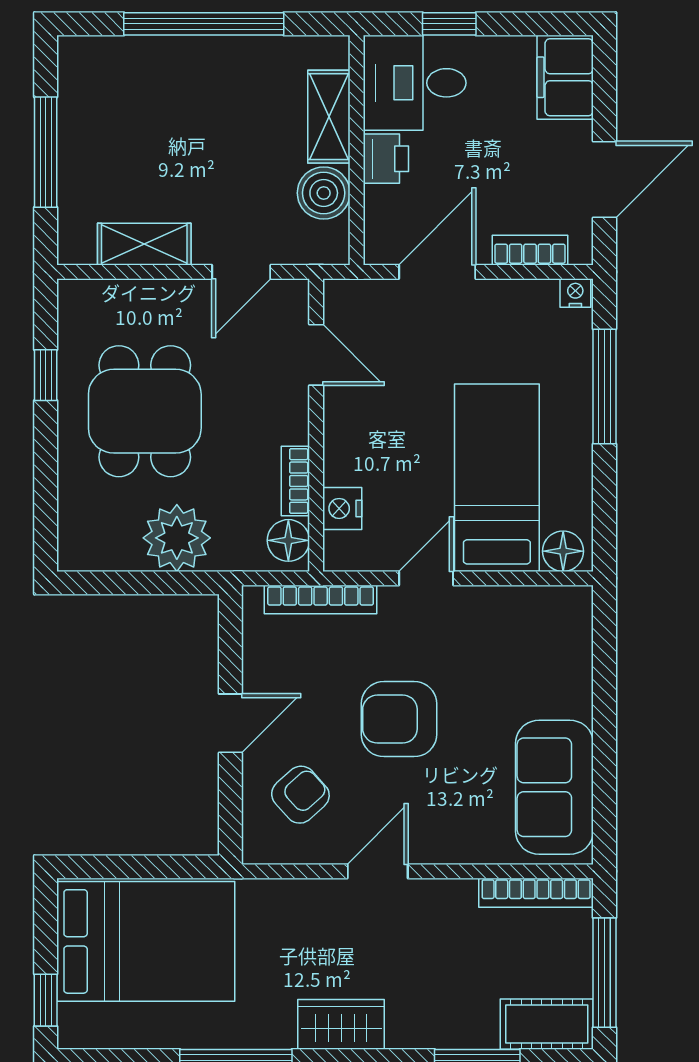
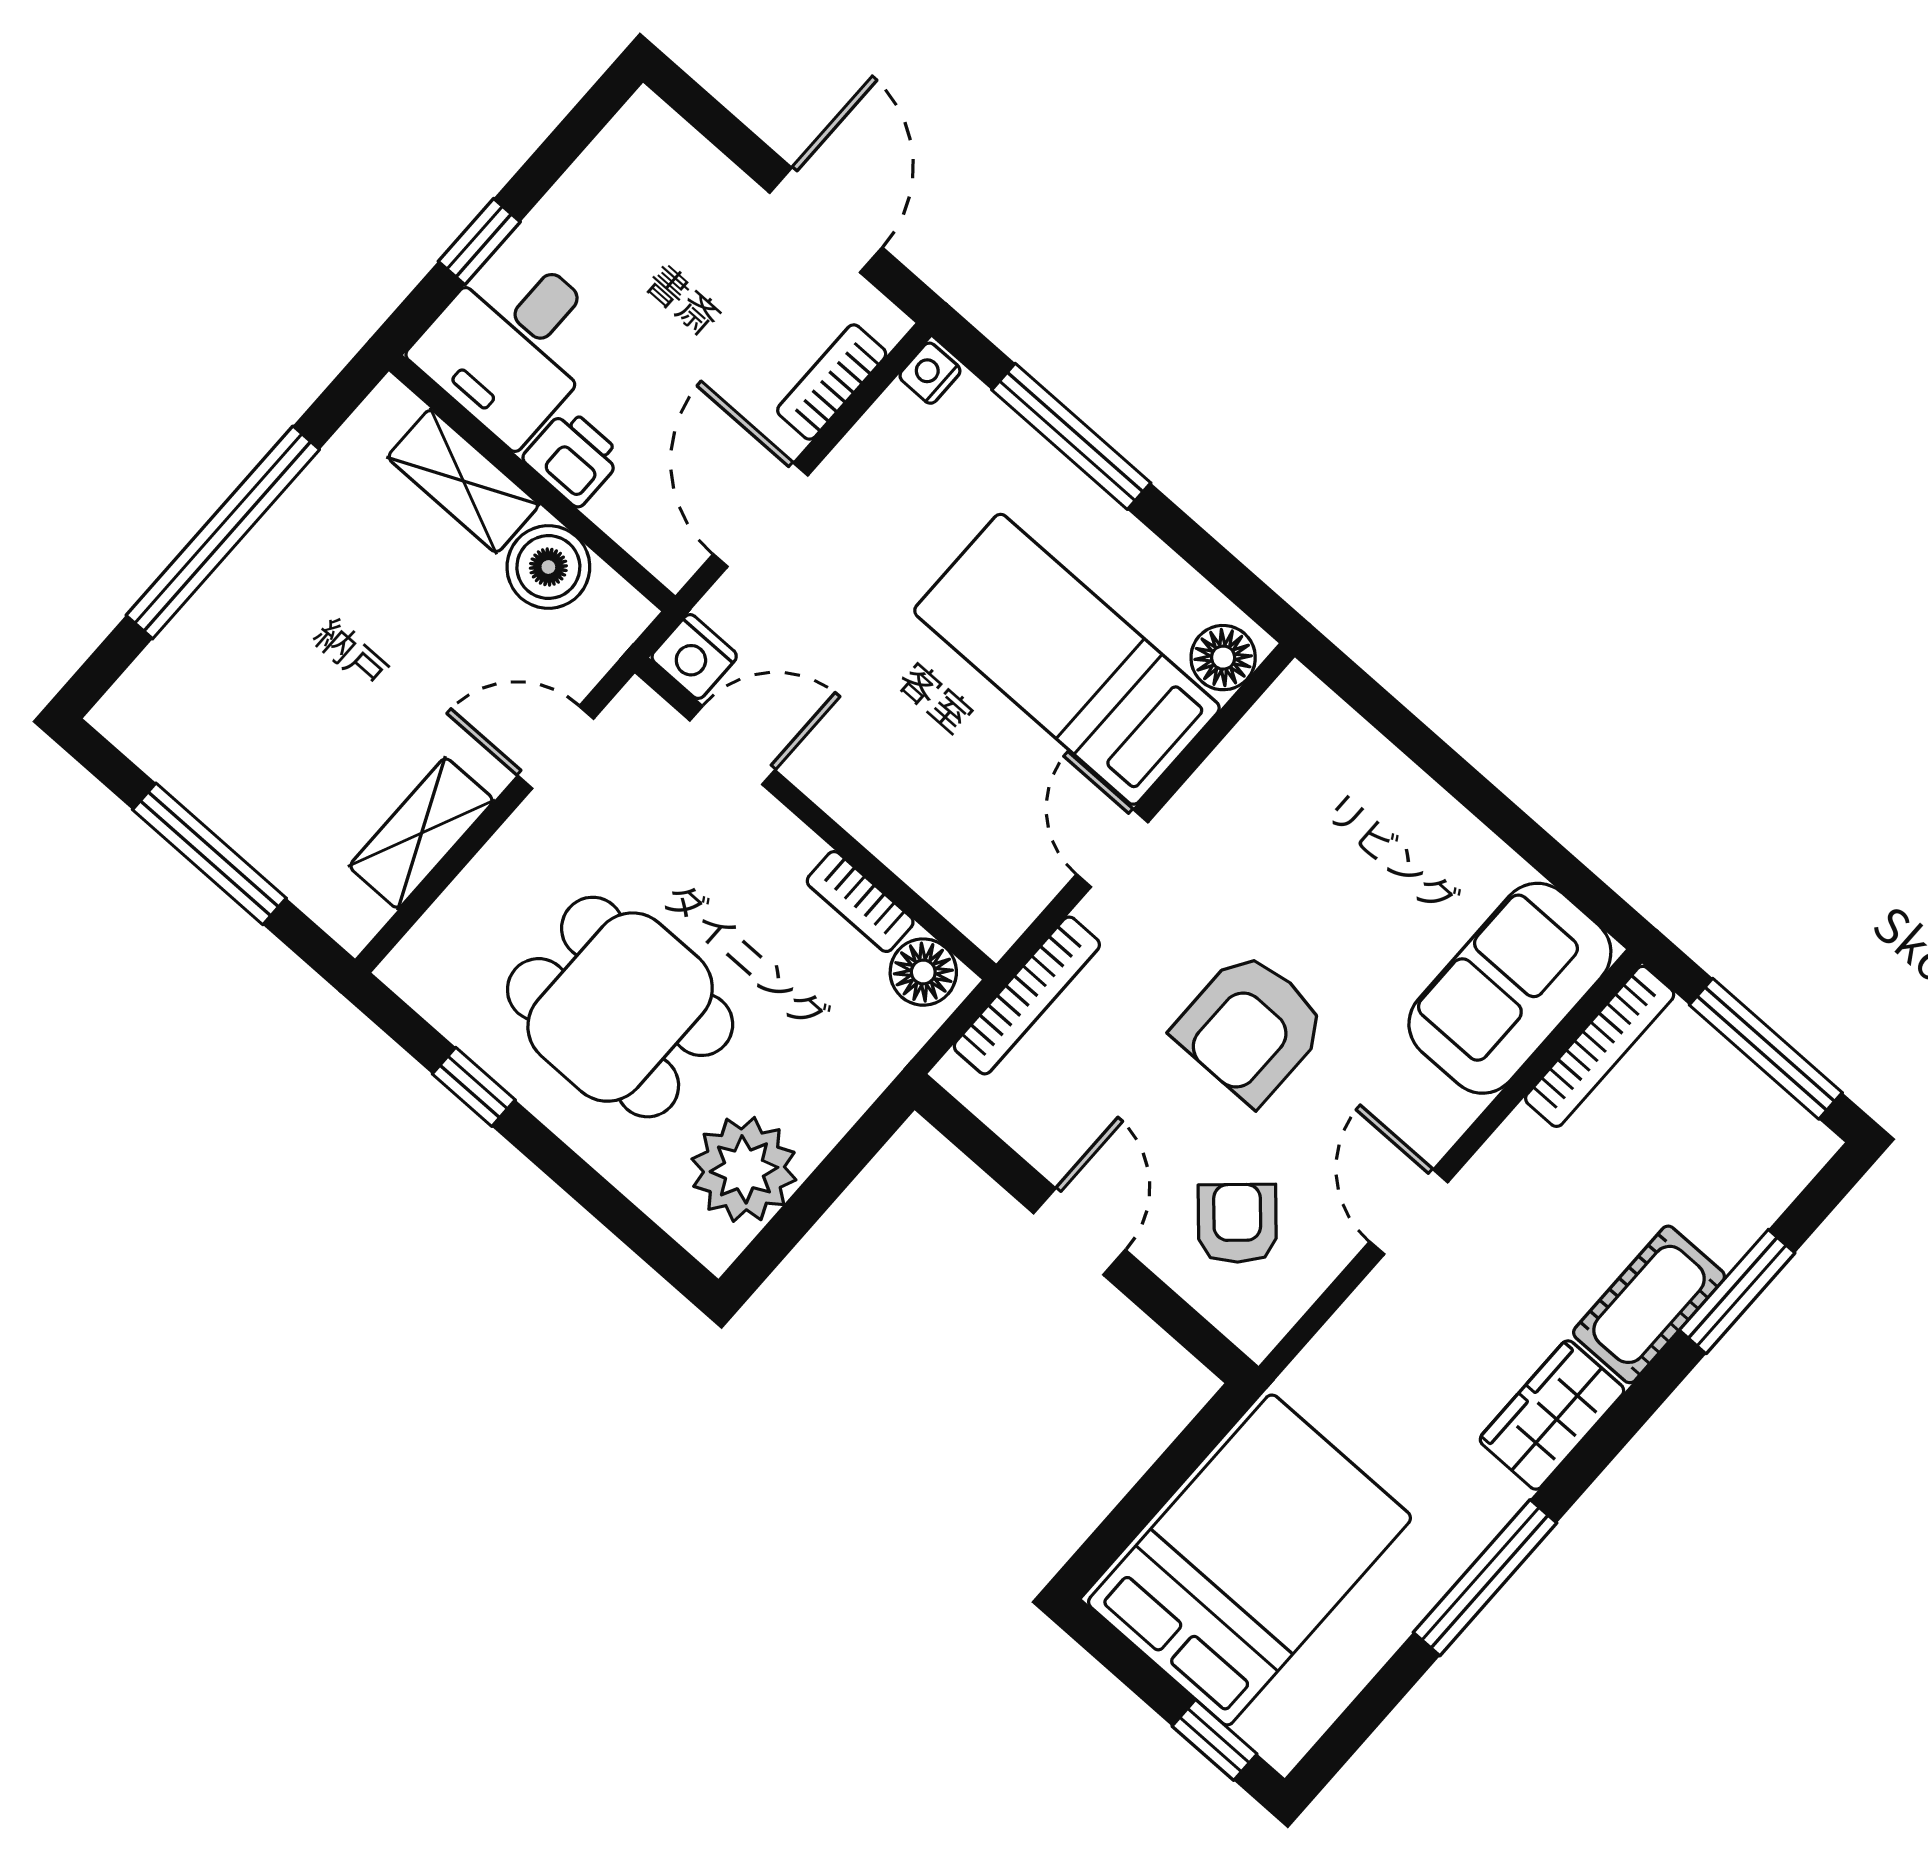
filing cabinet: (565, 77) -> (664, 160), removed
door: (241, 272) -> (556, 747), swing flipped
nightstand: (342, 508) -> (694, 657), moved
plant: (177, 538) -> (744, 1169), moved
sofa: (554, 787) -> (1510, 988), moved, turned 90
cot: (547, 1024) -> (1649, 1304), moved

